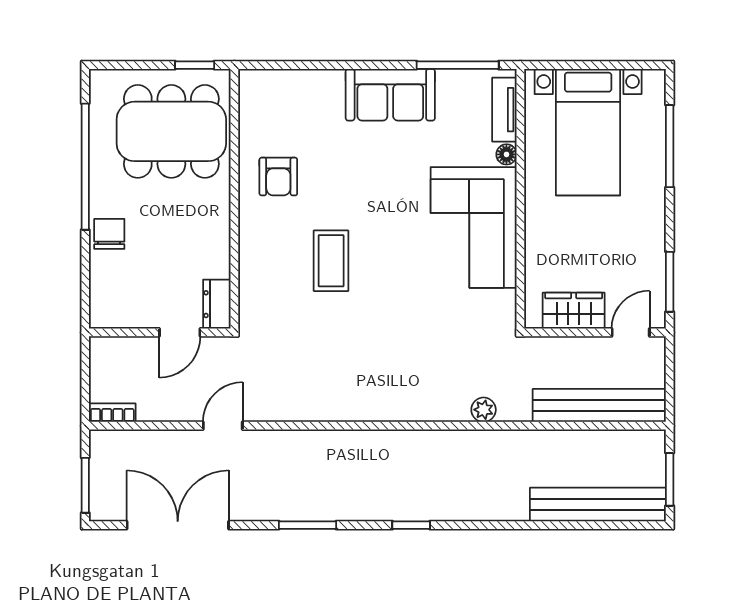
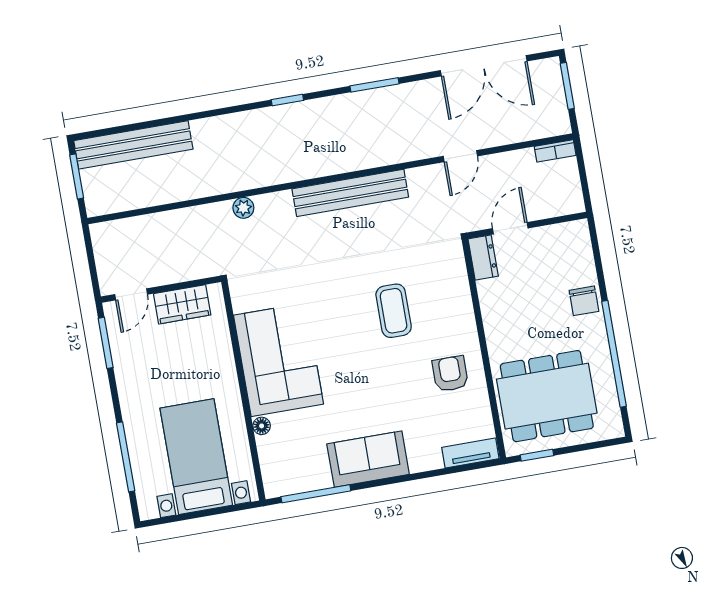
tv unit: (504, 110) -> (470, 453), moved, turned -90
bench: (599, 405) -> (350, 193), moved

